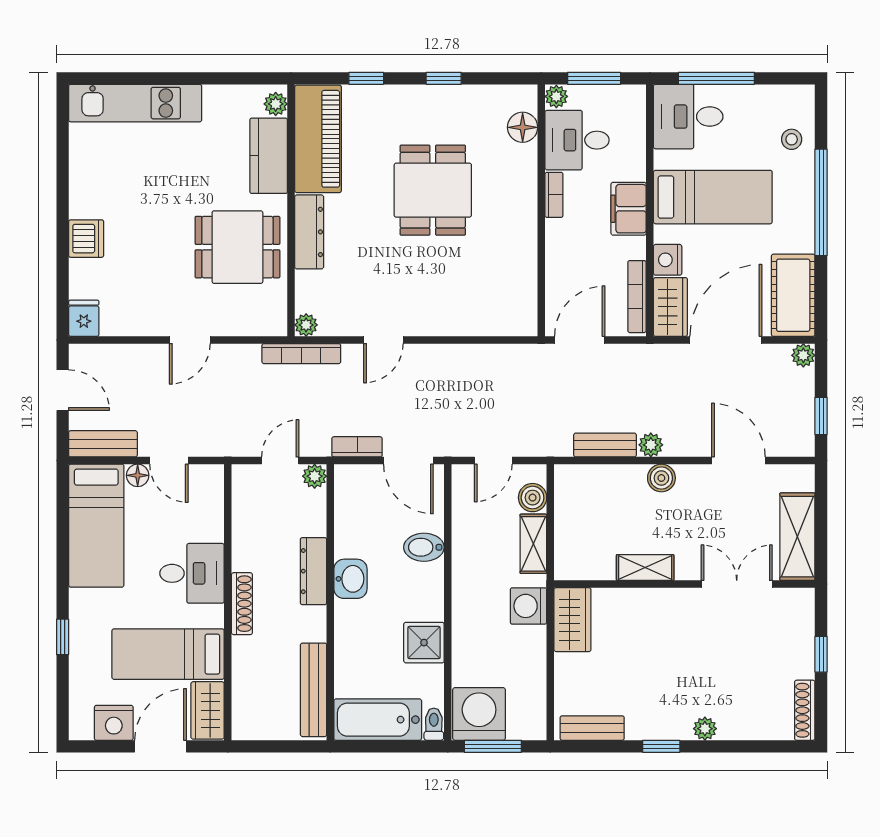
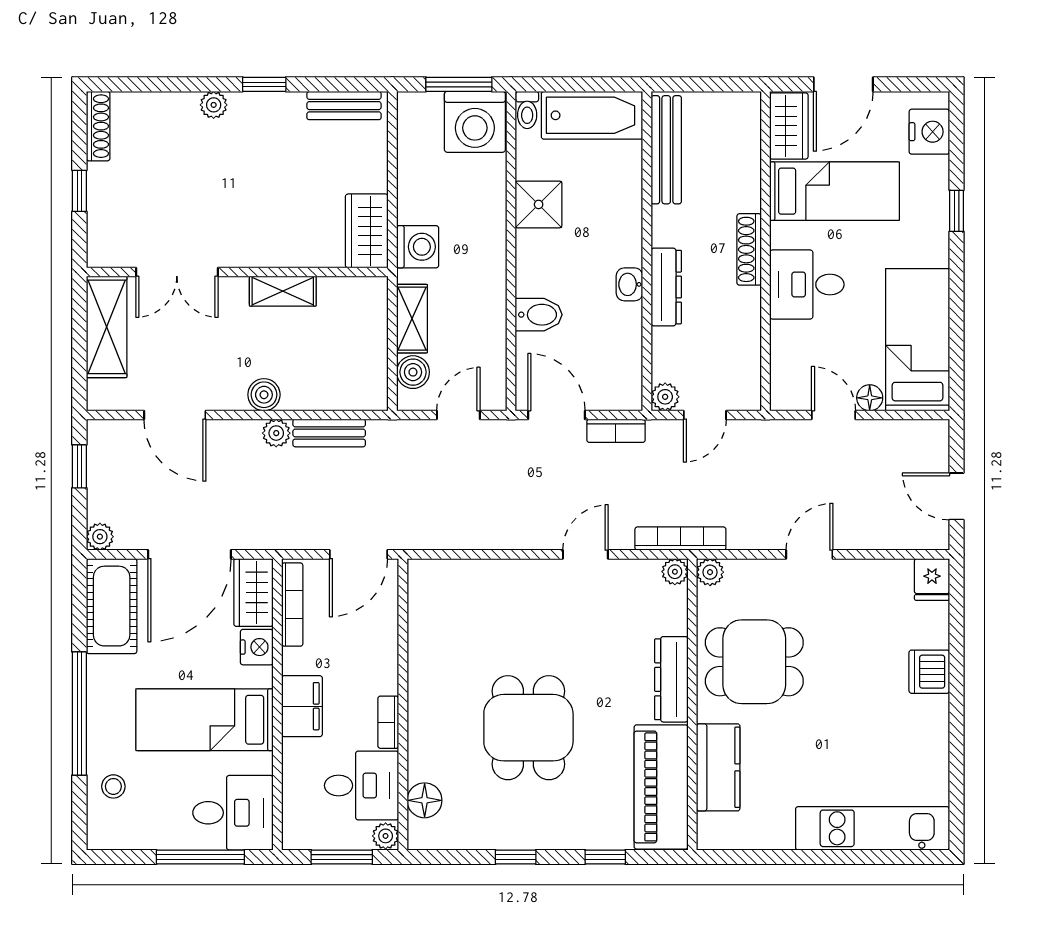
plant: (276, 104) -> (710, 572), moved
bench: (103, 444) -> (910, 434), removed
washbasin: (351, 579) -> (629, 284), width x0.72, depth x0.69
nightstand: (114, 723) -> (929, 132), moved, turned 90

